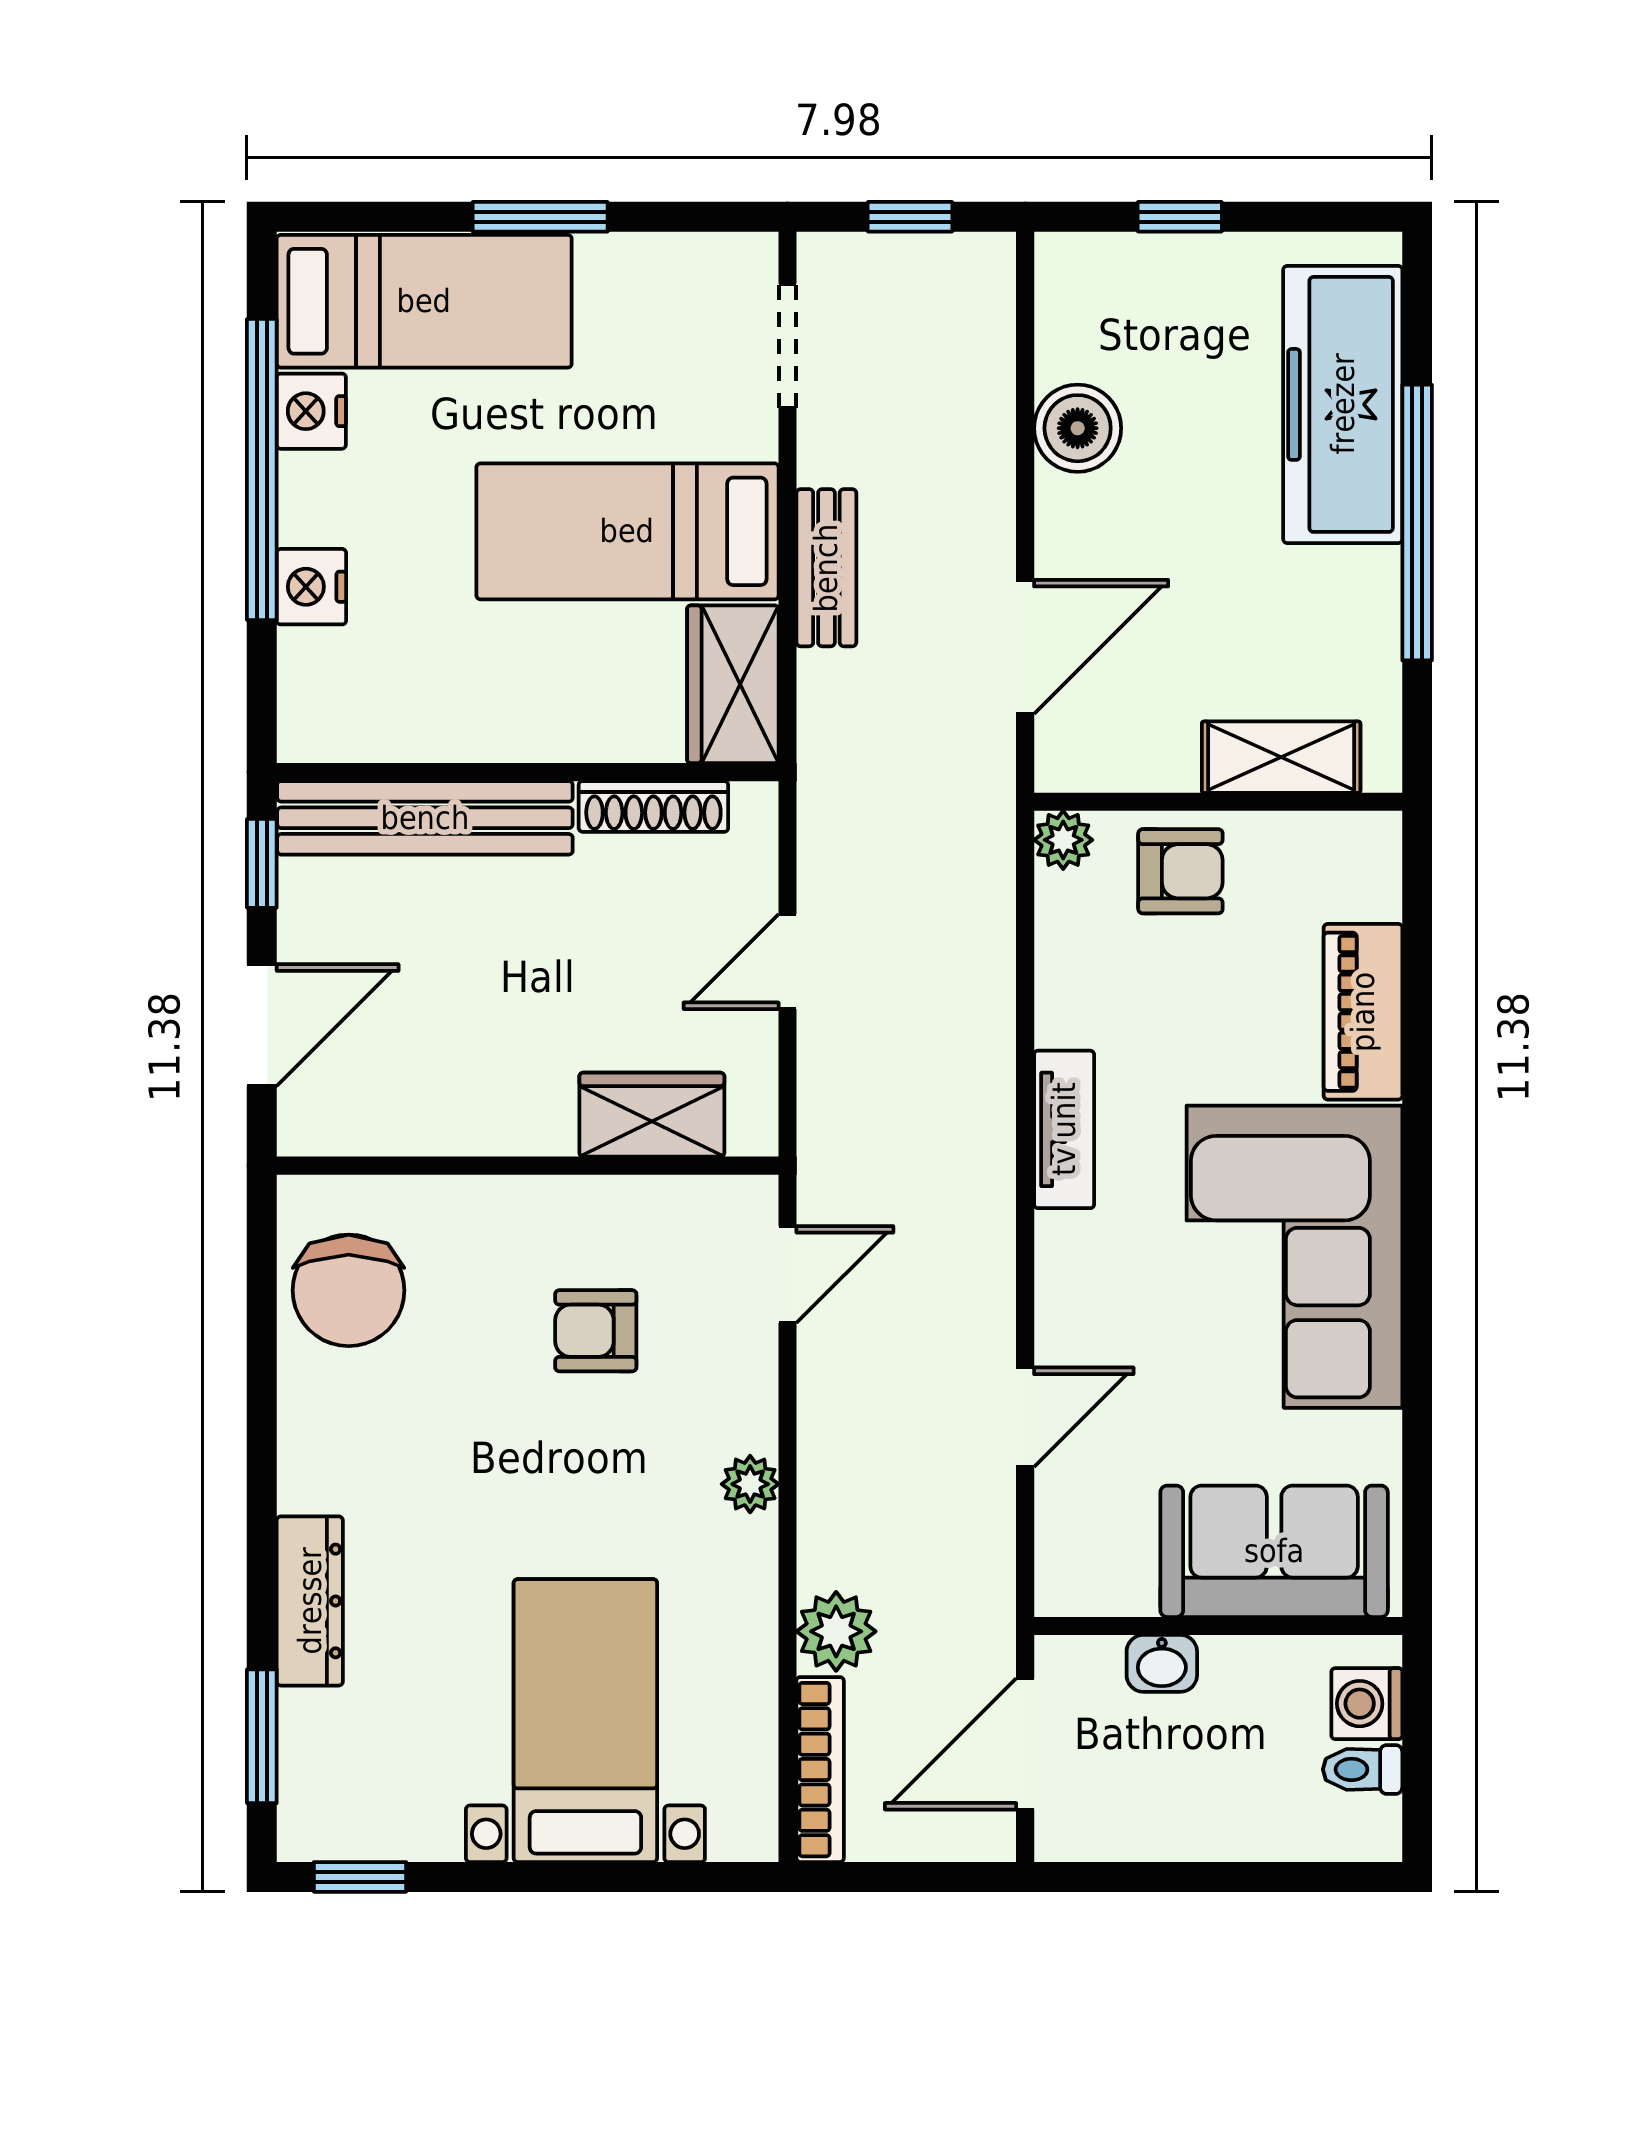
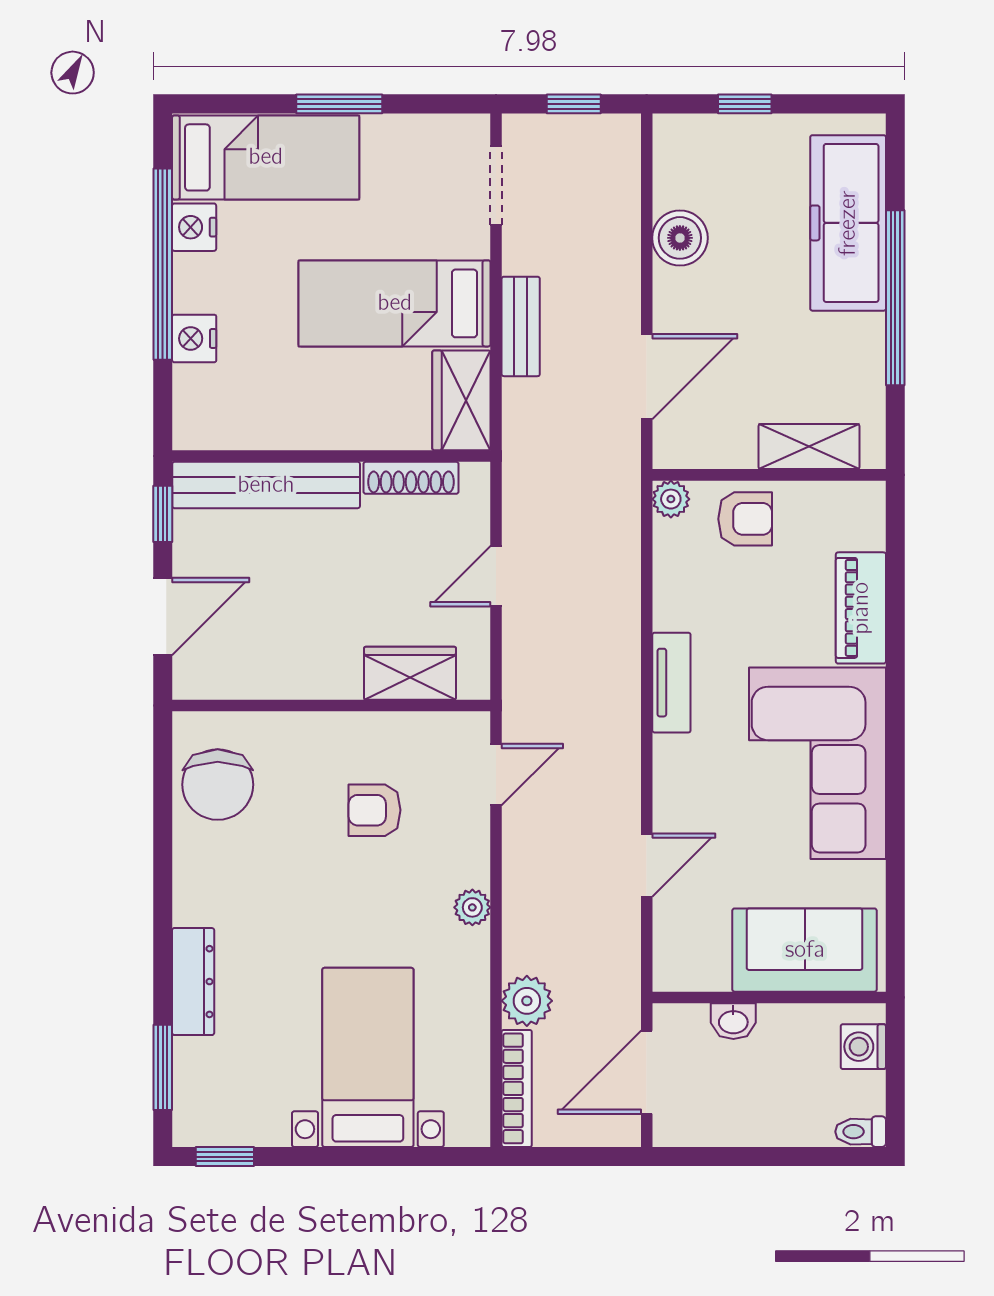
toilet: (1363, 1769) -> (861, 1132), moved

